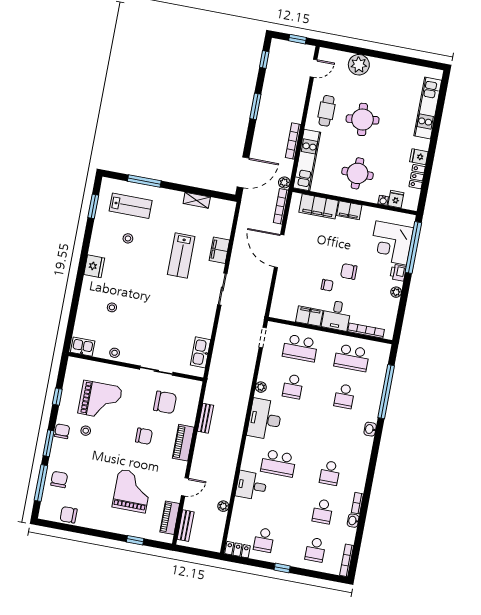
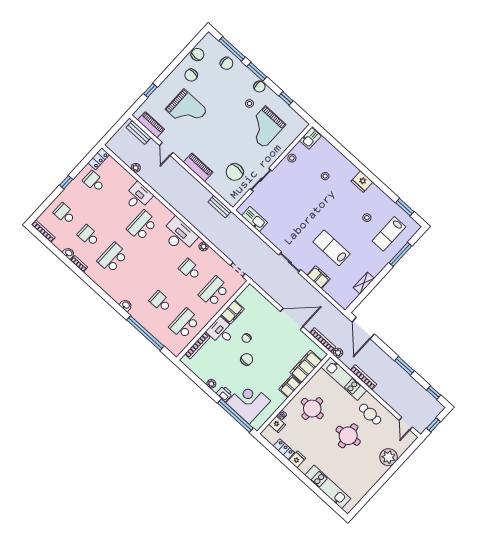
bench: (206, 418) -> (220, 207), moved
chair: (144, 436) -> (191, 75), moved
school desk: (330, 473) -> (112, 258), width x1.85

